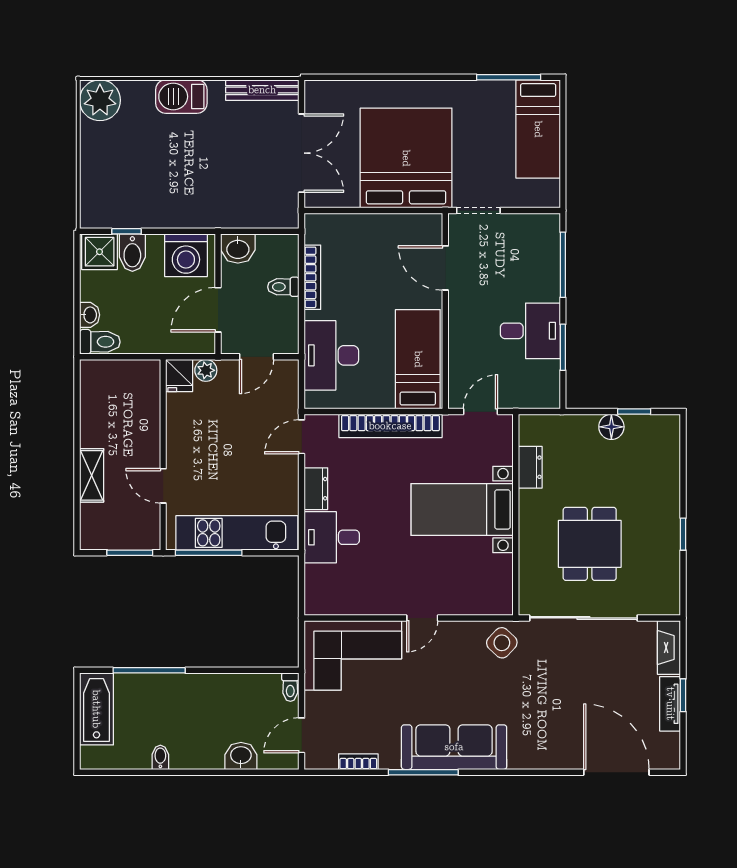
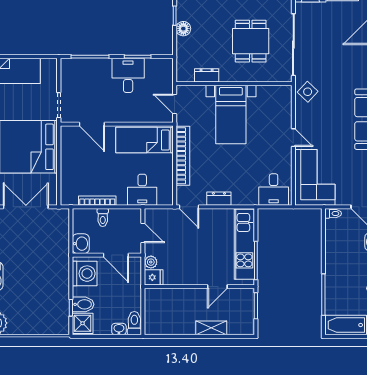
door: (445, 268) -> (92, 124), hinge flipped
desk: (331, 355) -> (142, 190), width x0.73
desk: (332, 537) -> (274, 190), moved
dining table: (590, 544) -> (251, 41), turned 90

